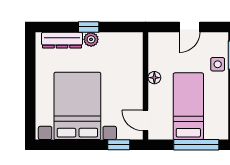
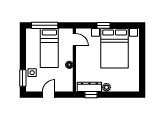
window: (89, 27) -> (91, 95), moved
dresser: (62, 40) -> (89, 87), moved
window: (119, 145) -> (103, 25), moved

